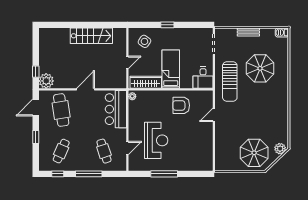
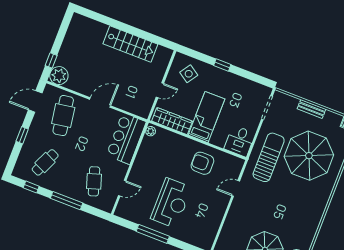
parasol: (260, 68) -> (309, 156), width x1.36, depth x1.36
sun lounger: (230, 82) -> (269, 157), turned 180
reception desk: (156, 140) -> (171, 203), moved

